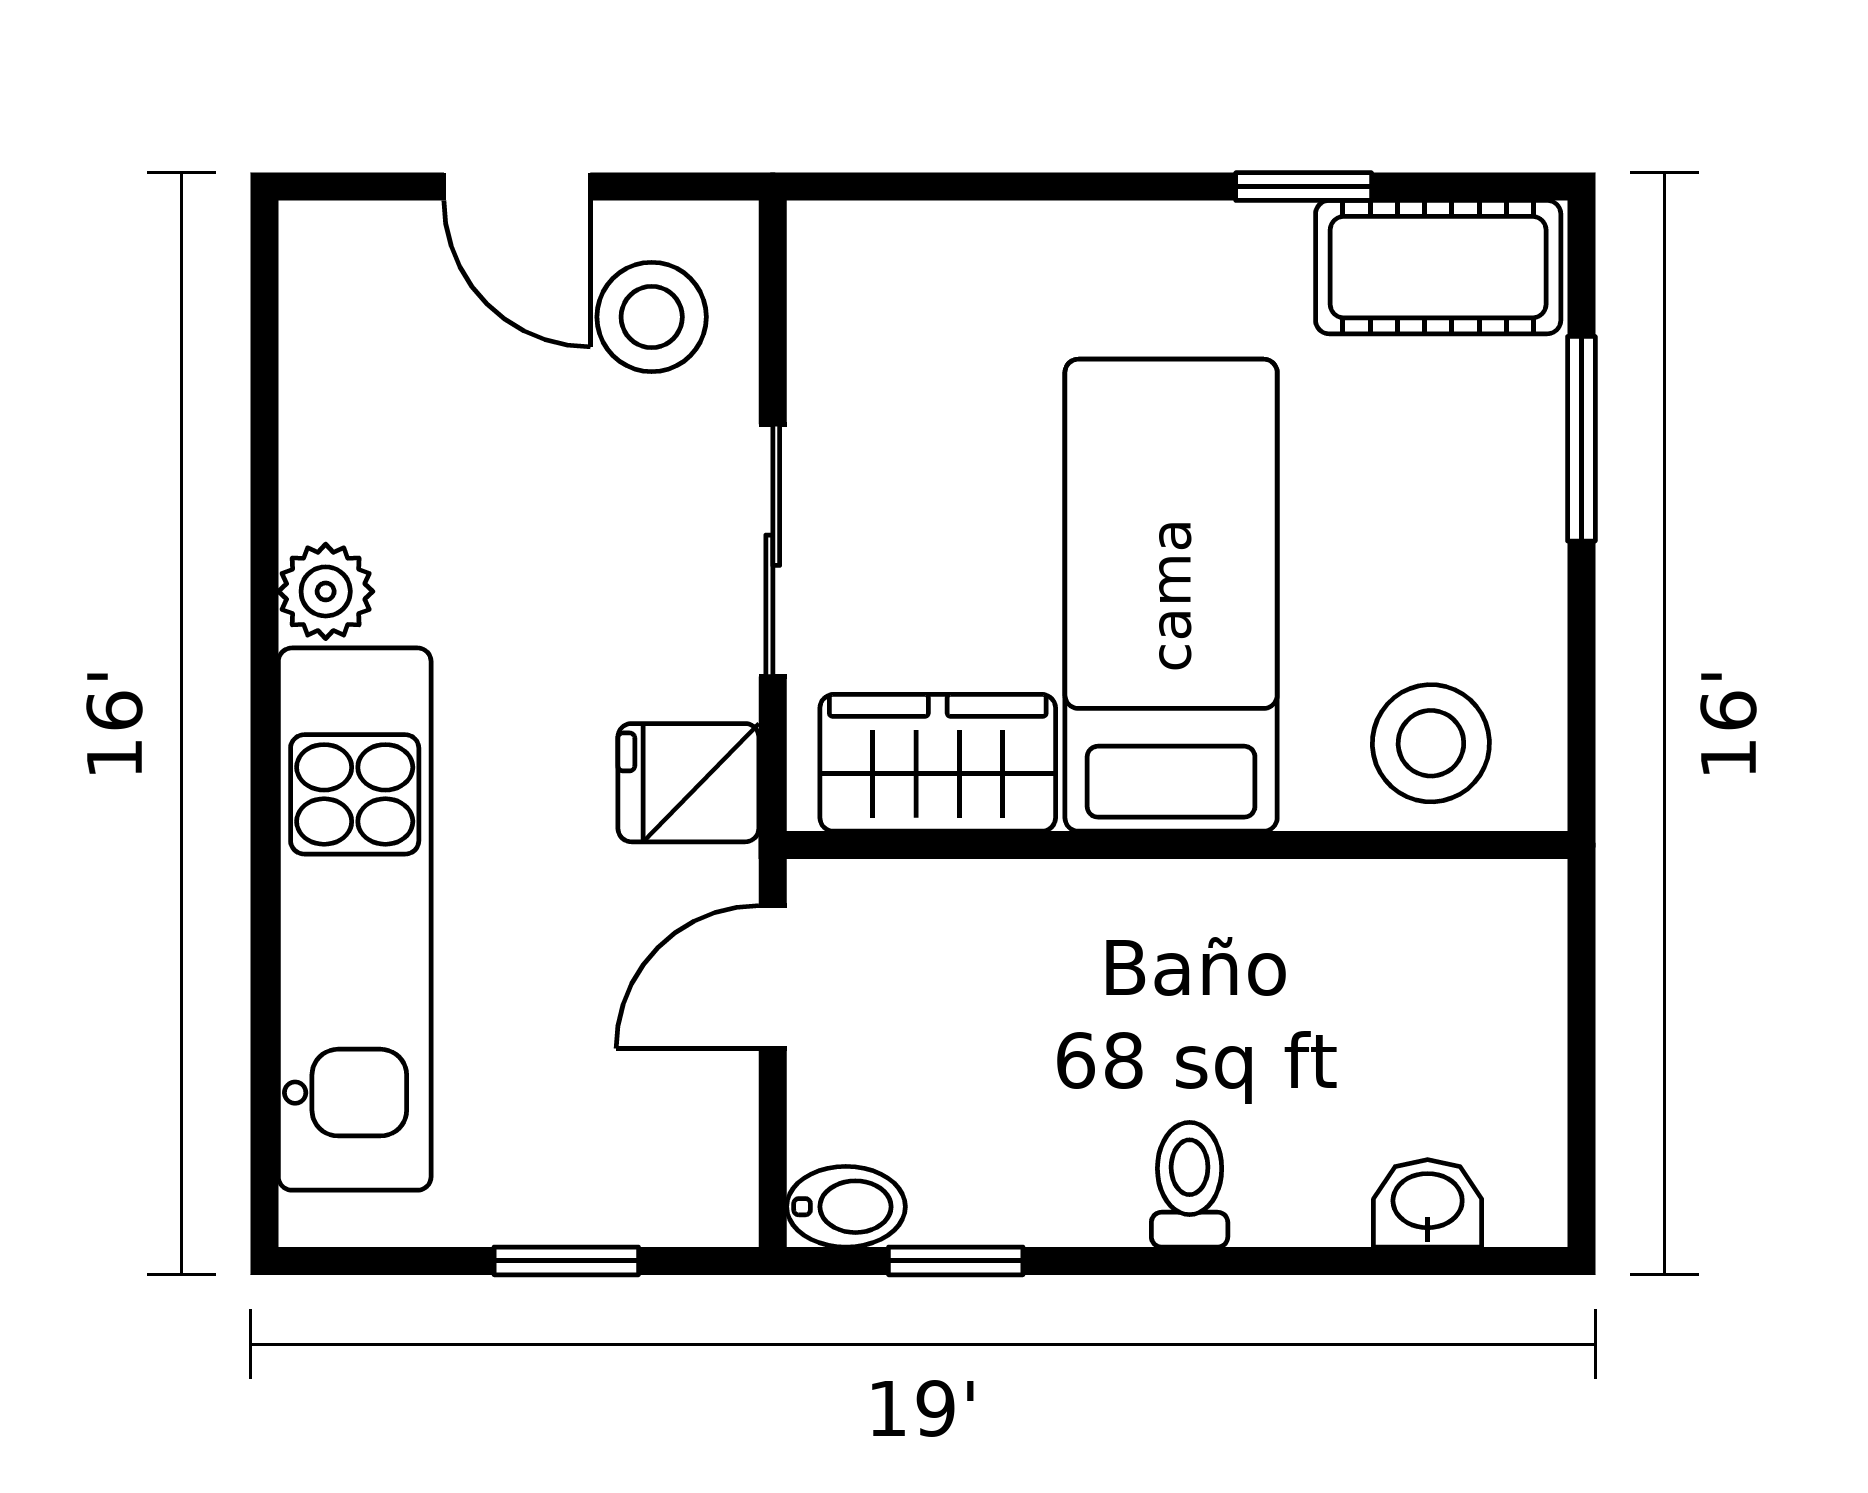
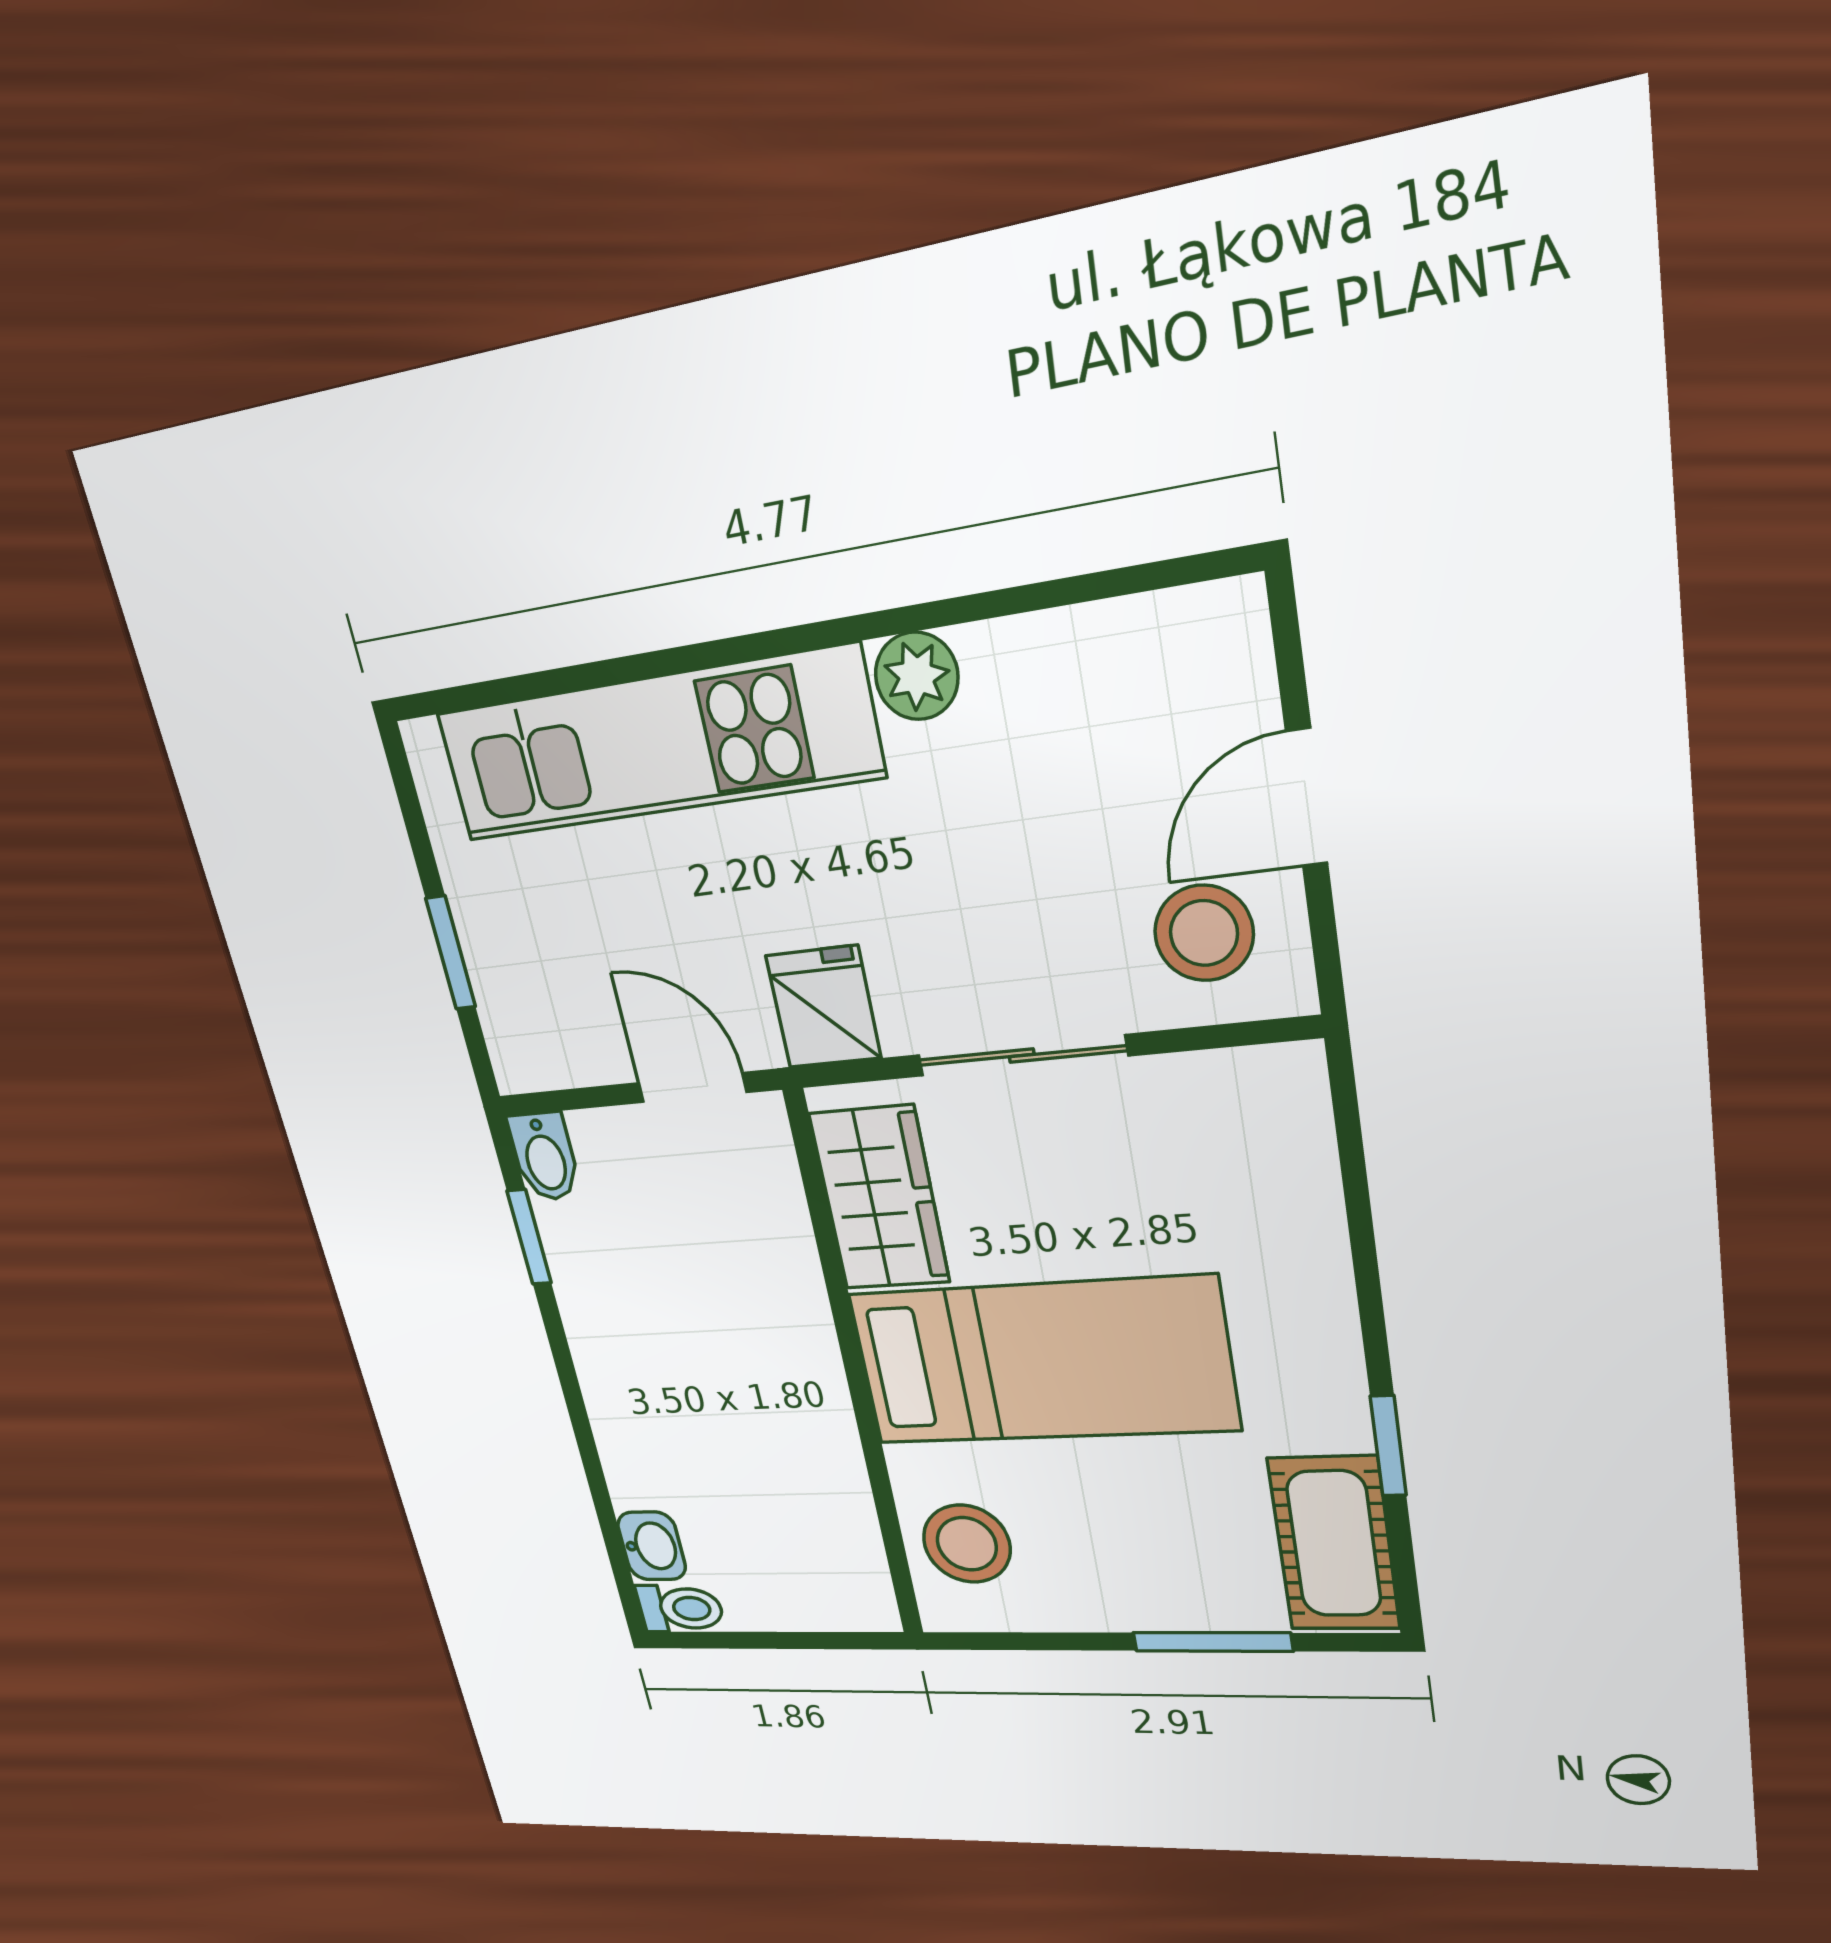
toilet: (1190, 1185) -> (680, 1609), moved

